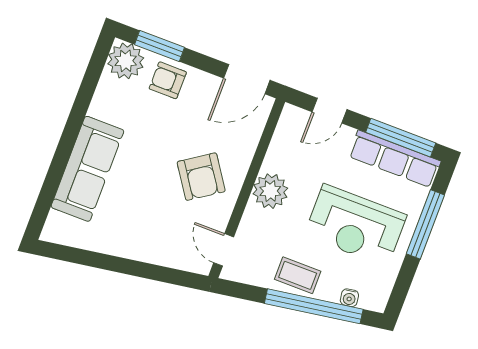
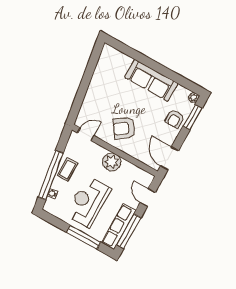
plant: (126, 61) -> (194, 97), width x0.53, depth x0.53
armchair: (168, 80) -> (175, 119), turned 180
sofa: (87, 169) -> (151, 80), moved

